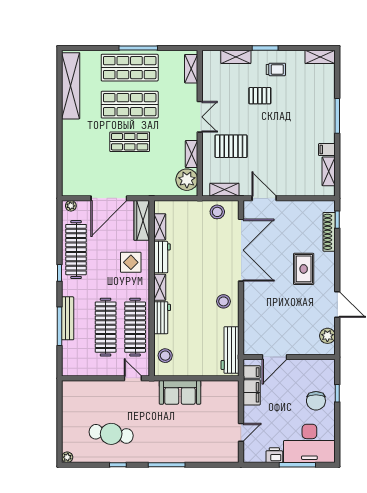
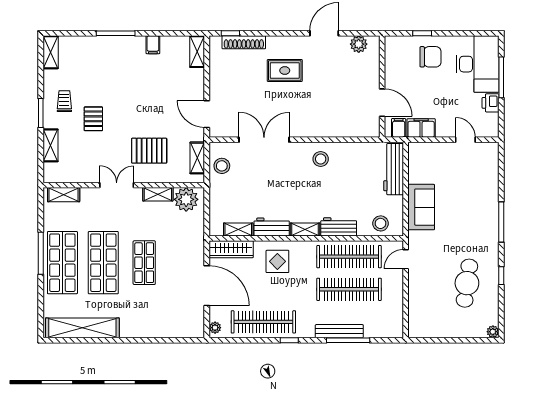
pallet: (231, 146) -> (149, 151), turned 90
shelving: (329, 171) -> (197, 52), moved, turned 90
door: (264, 198) -> (207, 114), hinge flipped
double door: (241, 250) -> (264, 140), width x0.73
workbench: (230, 350) -> (394, 169), moved, turned 90

